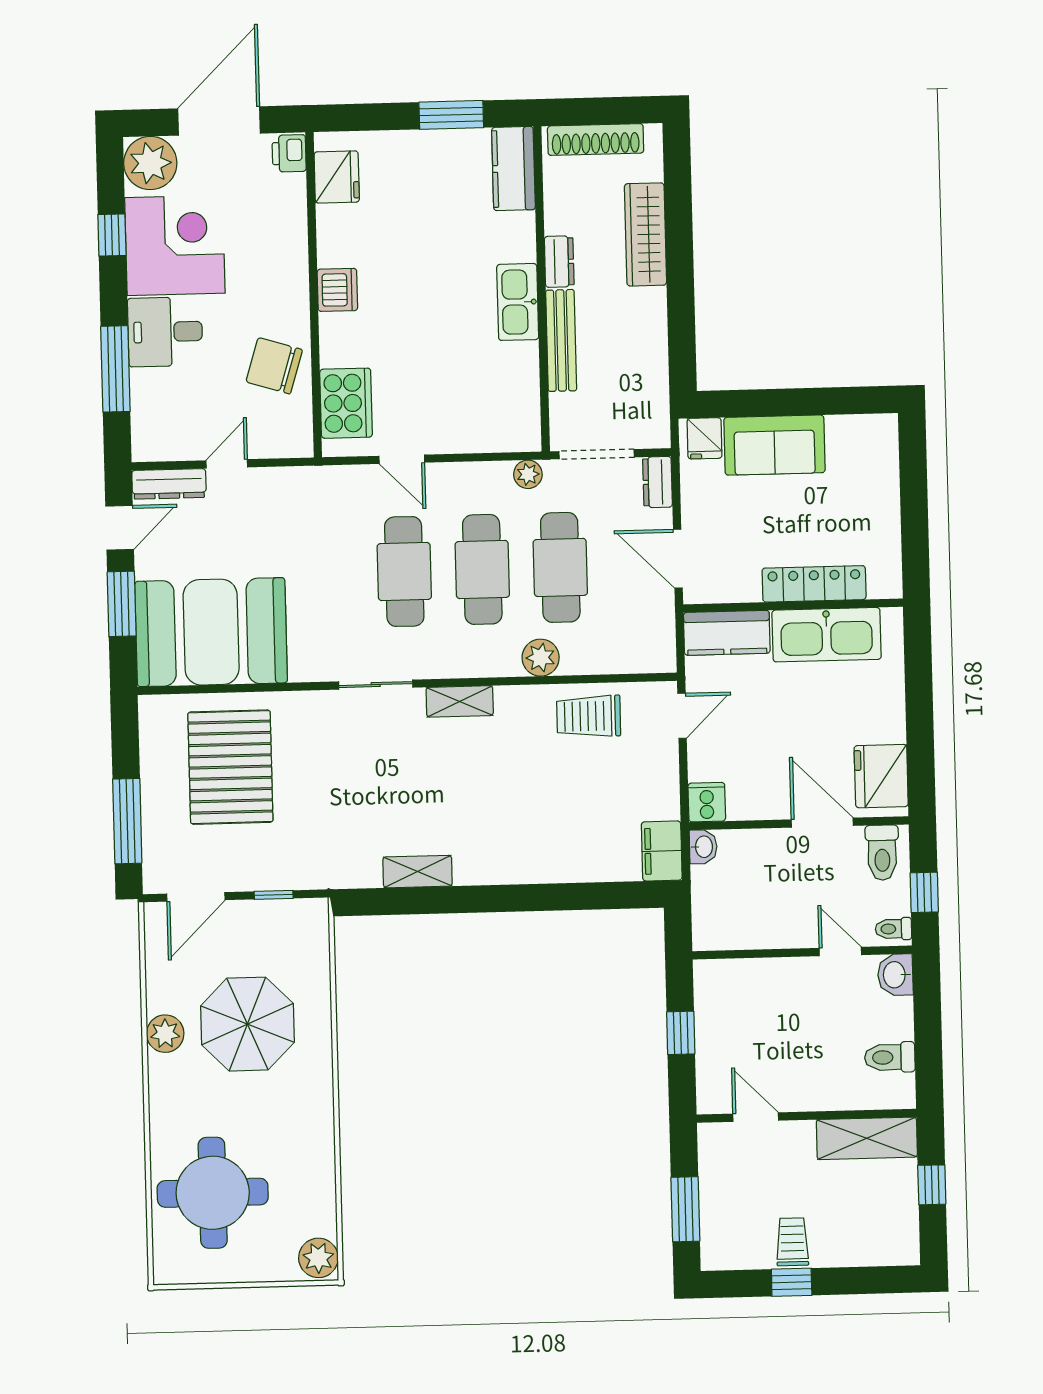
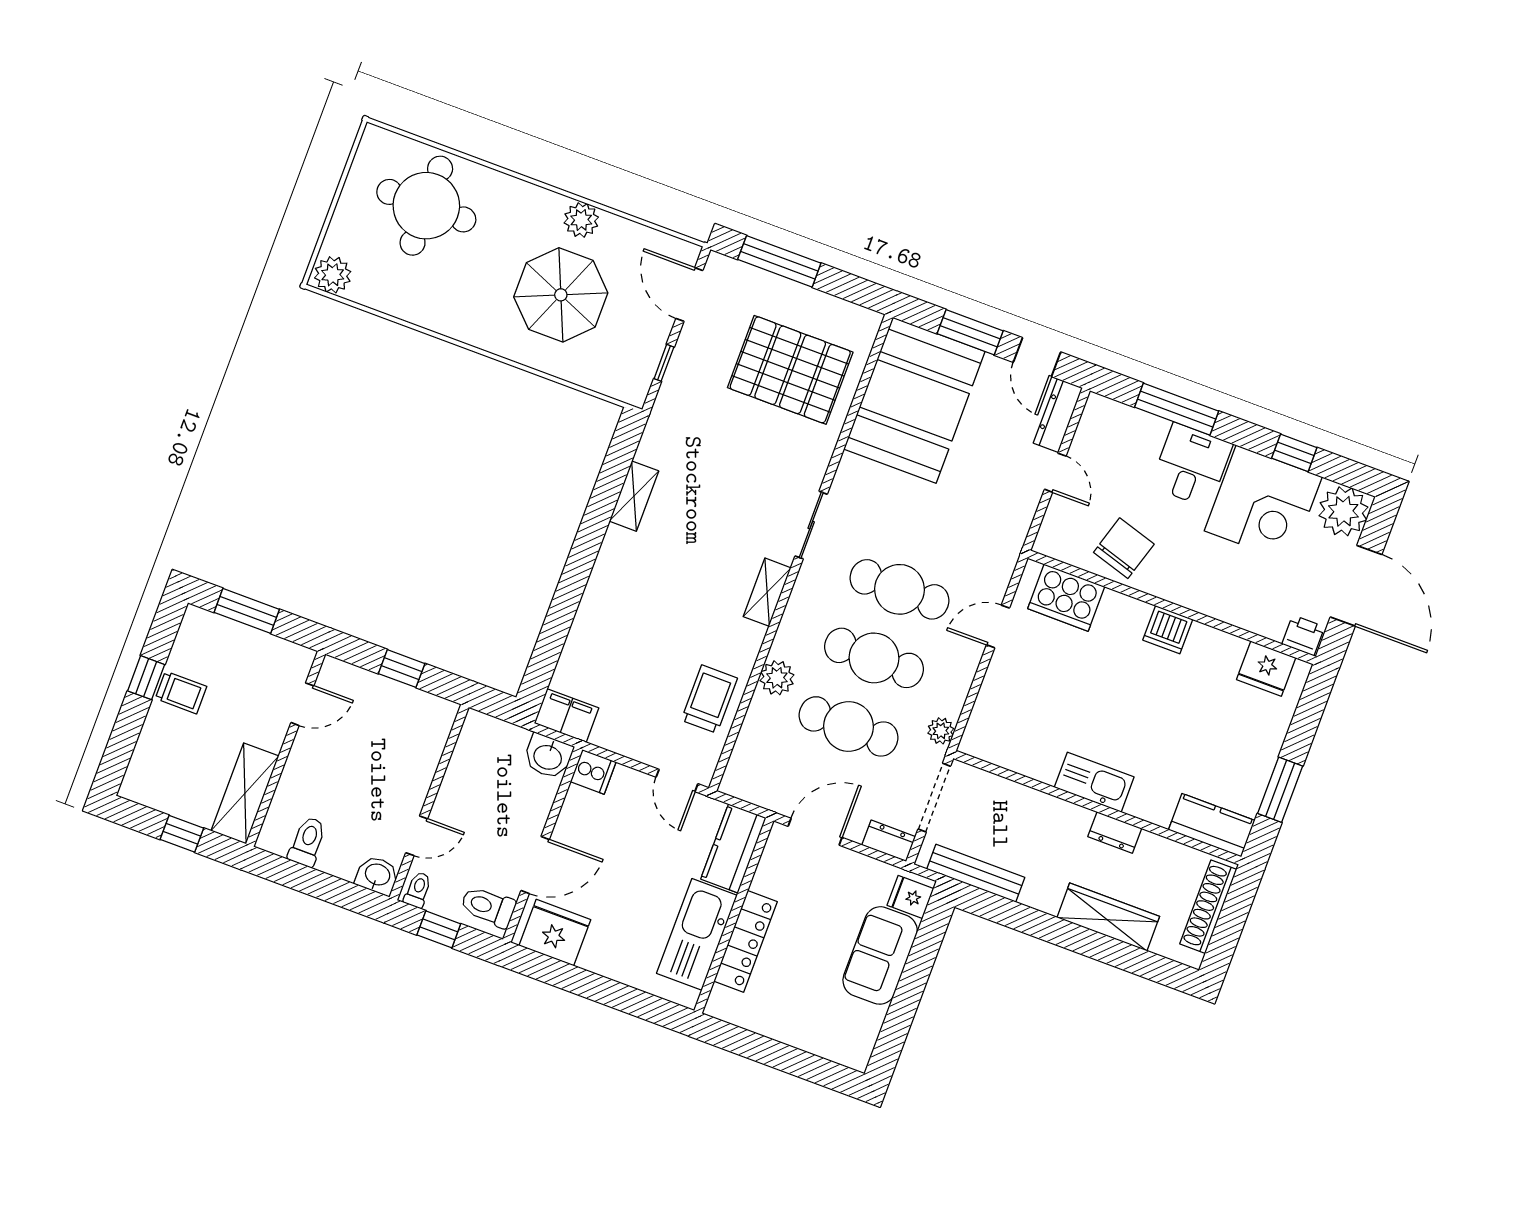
bench: (561, 340) -> (976, 873), moved
washbasin: (703, 847) -> (548, 756), width x1.38, depth x1.45

